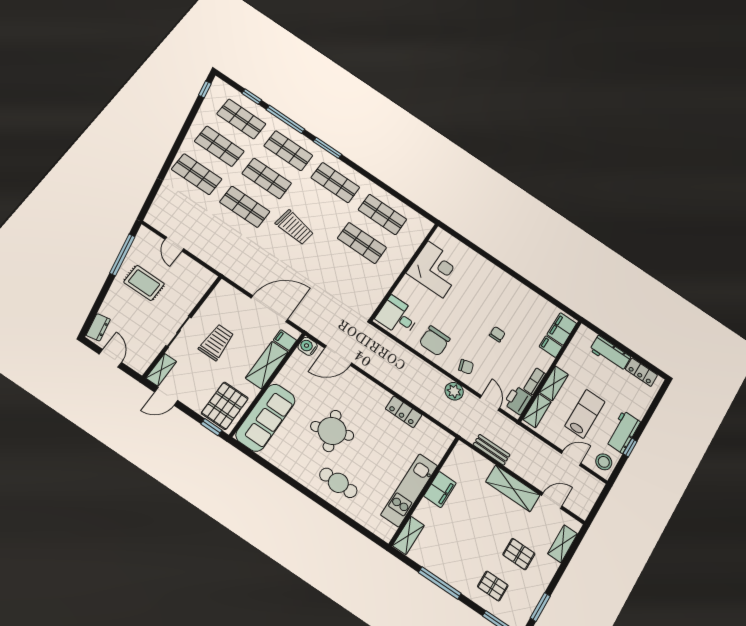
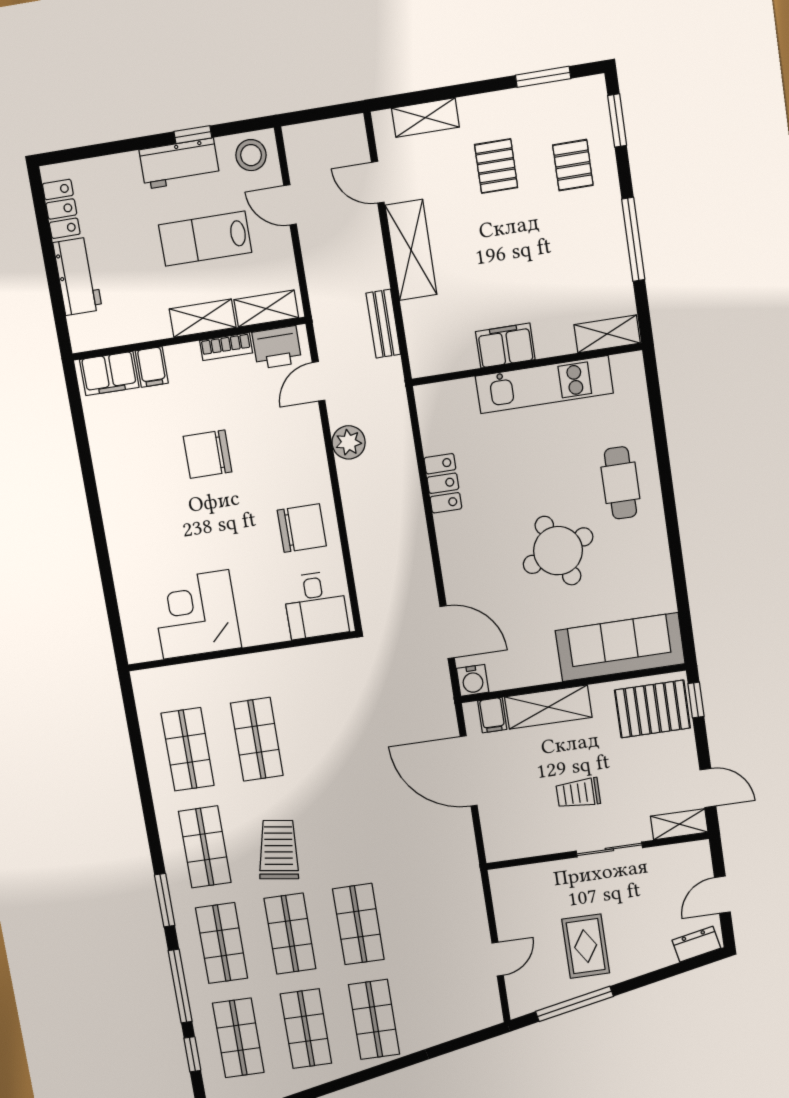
trolley: (295, 227) -> (279, 850), moved
chair: (497, 334) -> (208, 454), width x1.87, depth x1.87
trolley: (217, 342) -> (578, 793), width x0.73, depth x0.72
chair: (466, 367) -> (297, 456), removed

